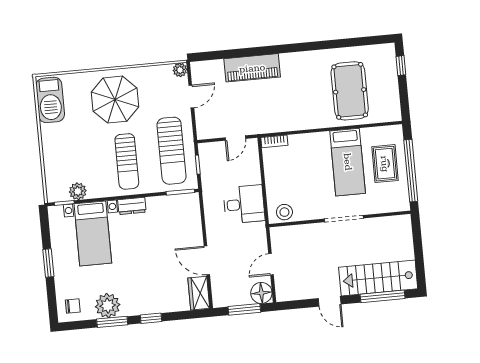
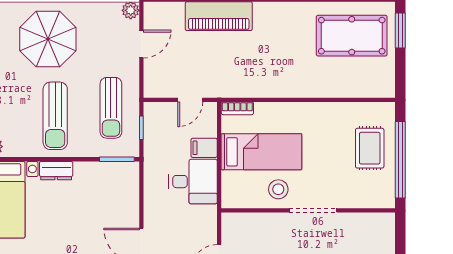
window: (401, 66) -> (400, 30), width x1.50
pool table: (350, 91) -> (352, 36), moved, turned 90
sun lounger: (172, 151) -> (111, 108), width x0.73, depth x0.75
bed: (348, 162) -> (261, 152), moved, turned -90
filing cabinet: (250, 176) -> (204, 148), added
stool: (284, 212) -> (278, 189), moved

